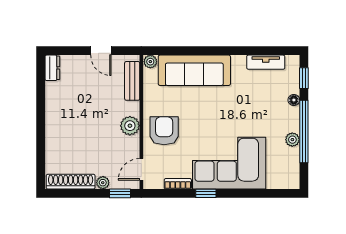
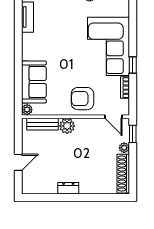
door: (101, 51) -> (18, 162), moved
dresser: (52, 68) -> (68, 188), moved
sofa: (194, 70) -> (34, 82), width x0.73
plant: (130, 126) -> (67, 126), moved

